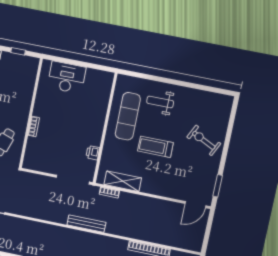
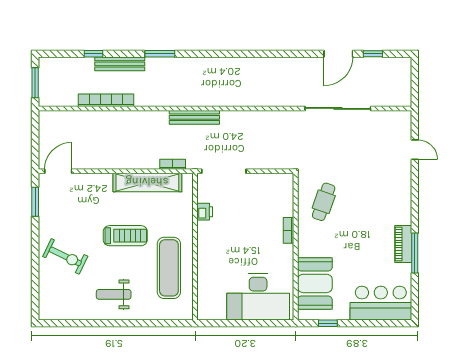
desk: (67, 77) -> (258, 297), width x1.36, depth x1.30
booth: (22, 83) -> (315, 283), added
weight bench: (160, 102) -> (114, 294), moved, turned 180
shelving: (123, 181) -> (147, 182), width x1.47

